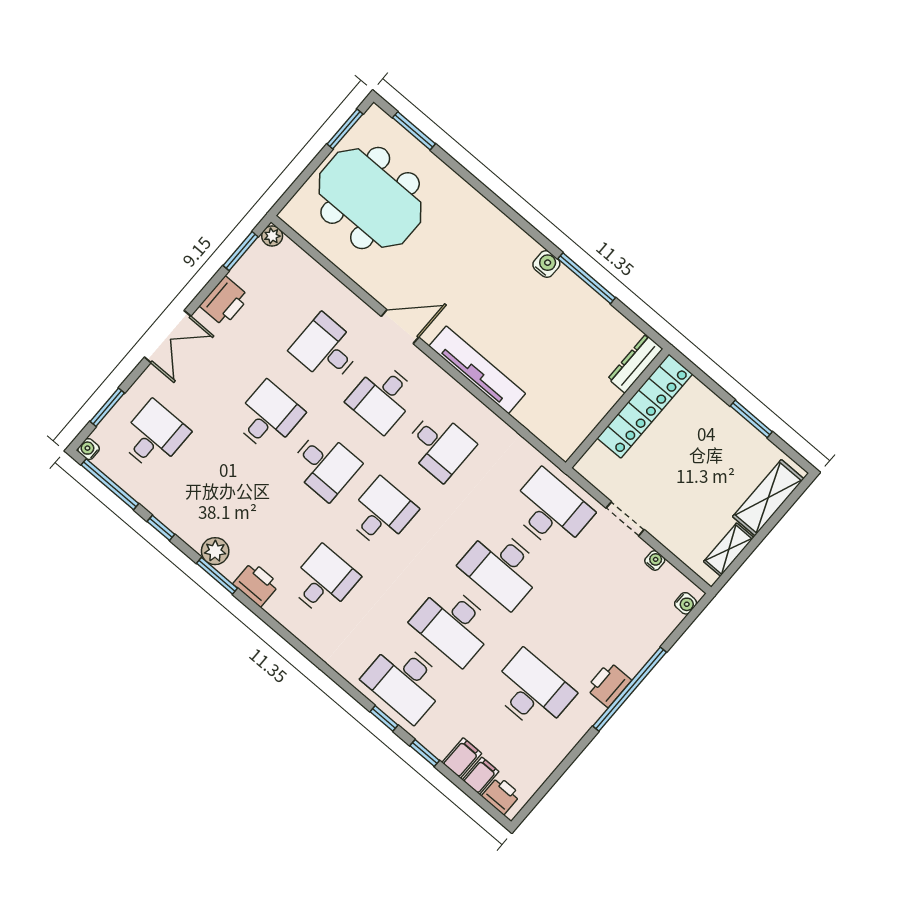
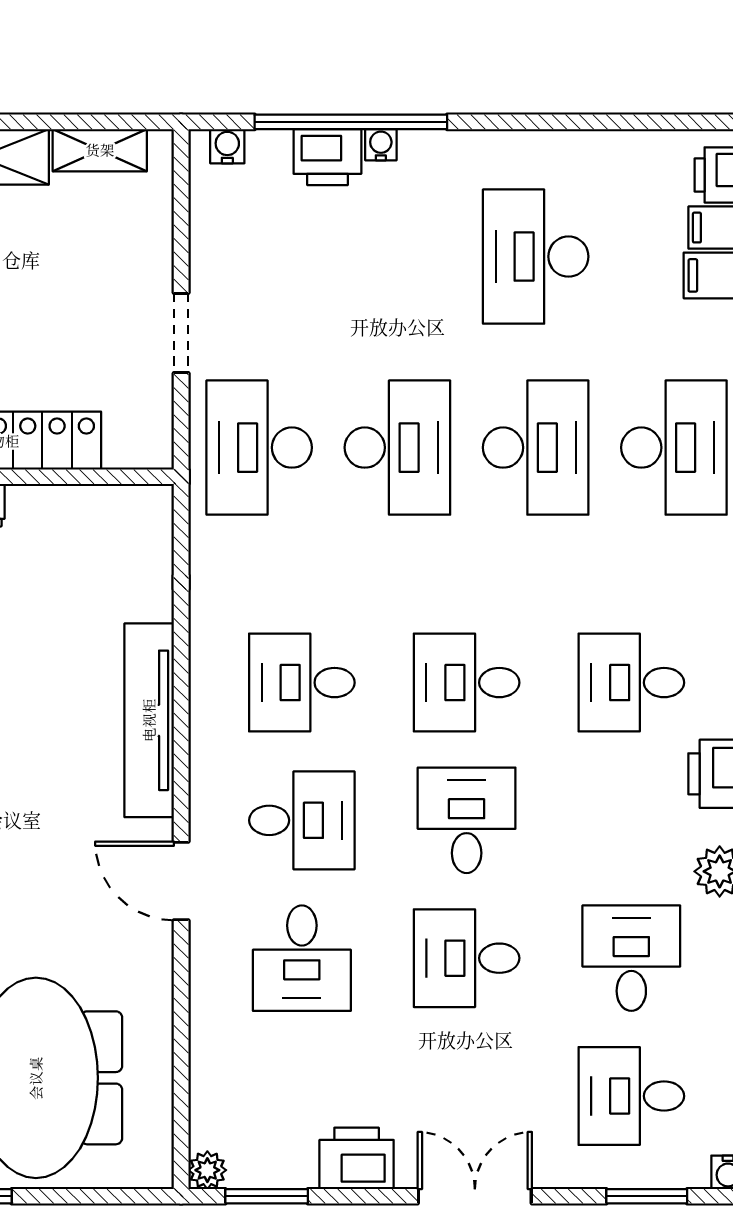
desk: (439, 446) -> (302, 683), turned -90
desk: (210, 484) -> (631, 958), added
water cooler: (655, 560) -> (381, 145), moved, turned 90
printer: (609, 684) -> (327, 157), moved
window: (630, 689) -> (351, 122), moved

